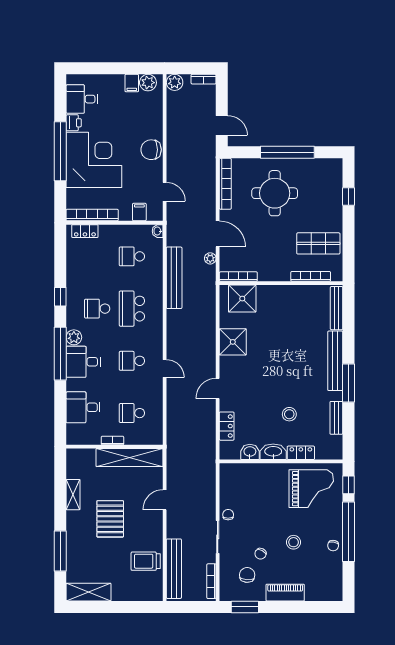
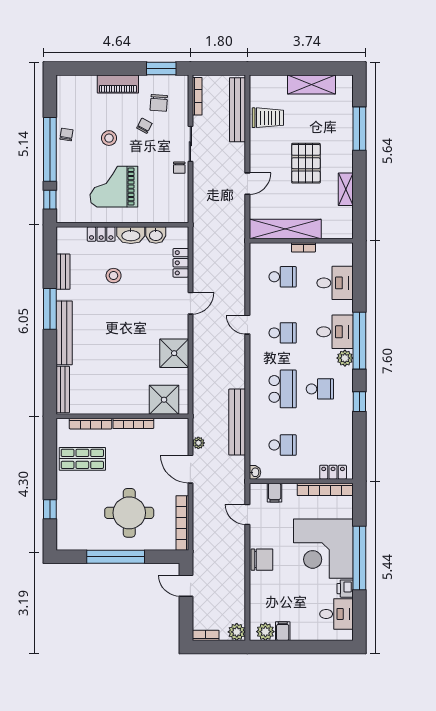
bookcase: (238, 277) -> (133, 423), moved
grand piano: (311, 489) -> (114, 187), moved
shelving: (89, 592) -> (312, 84), moved

